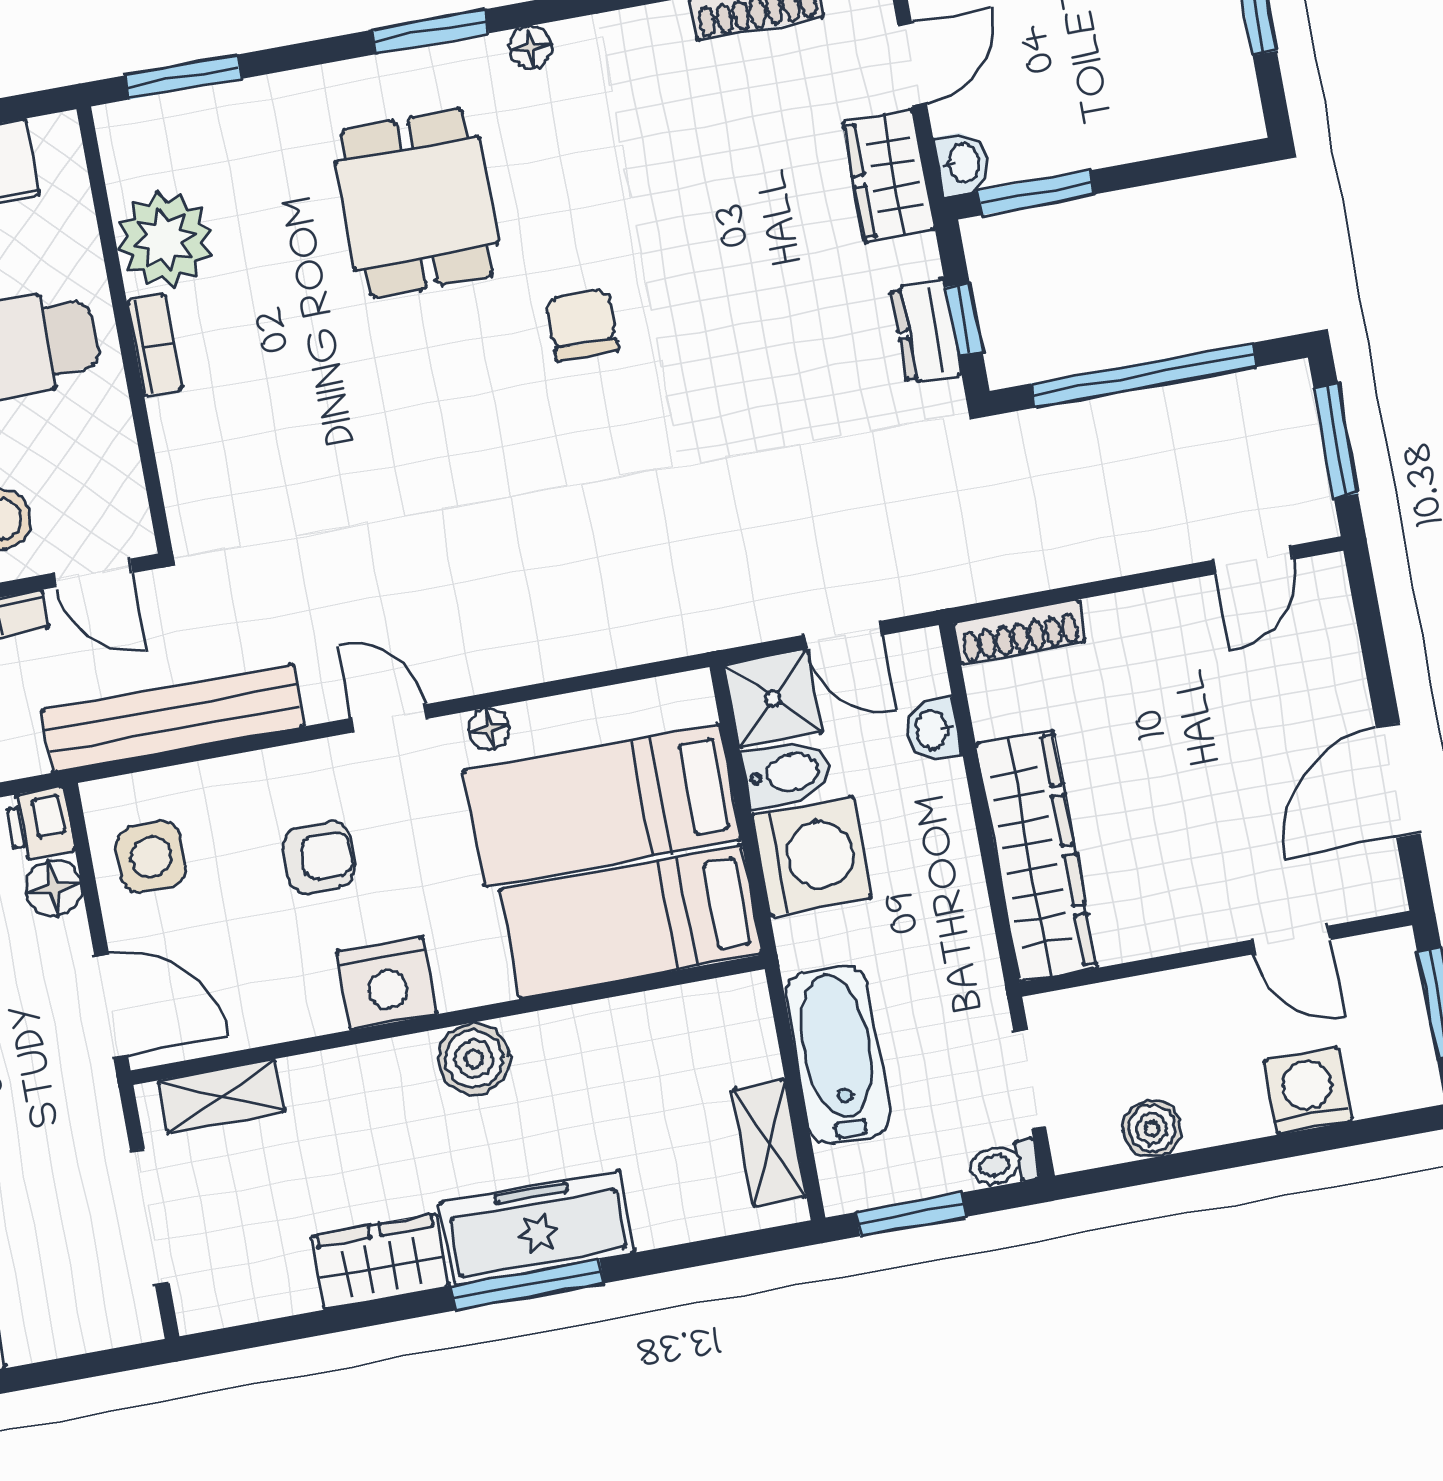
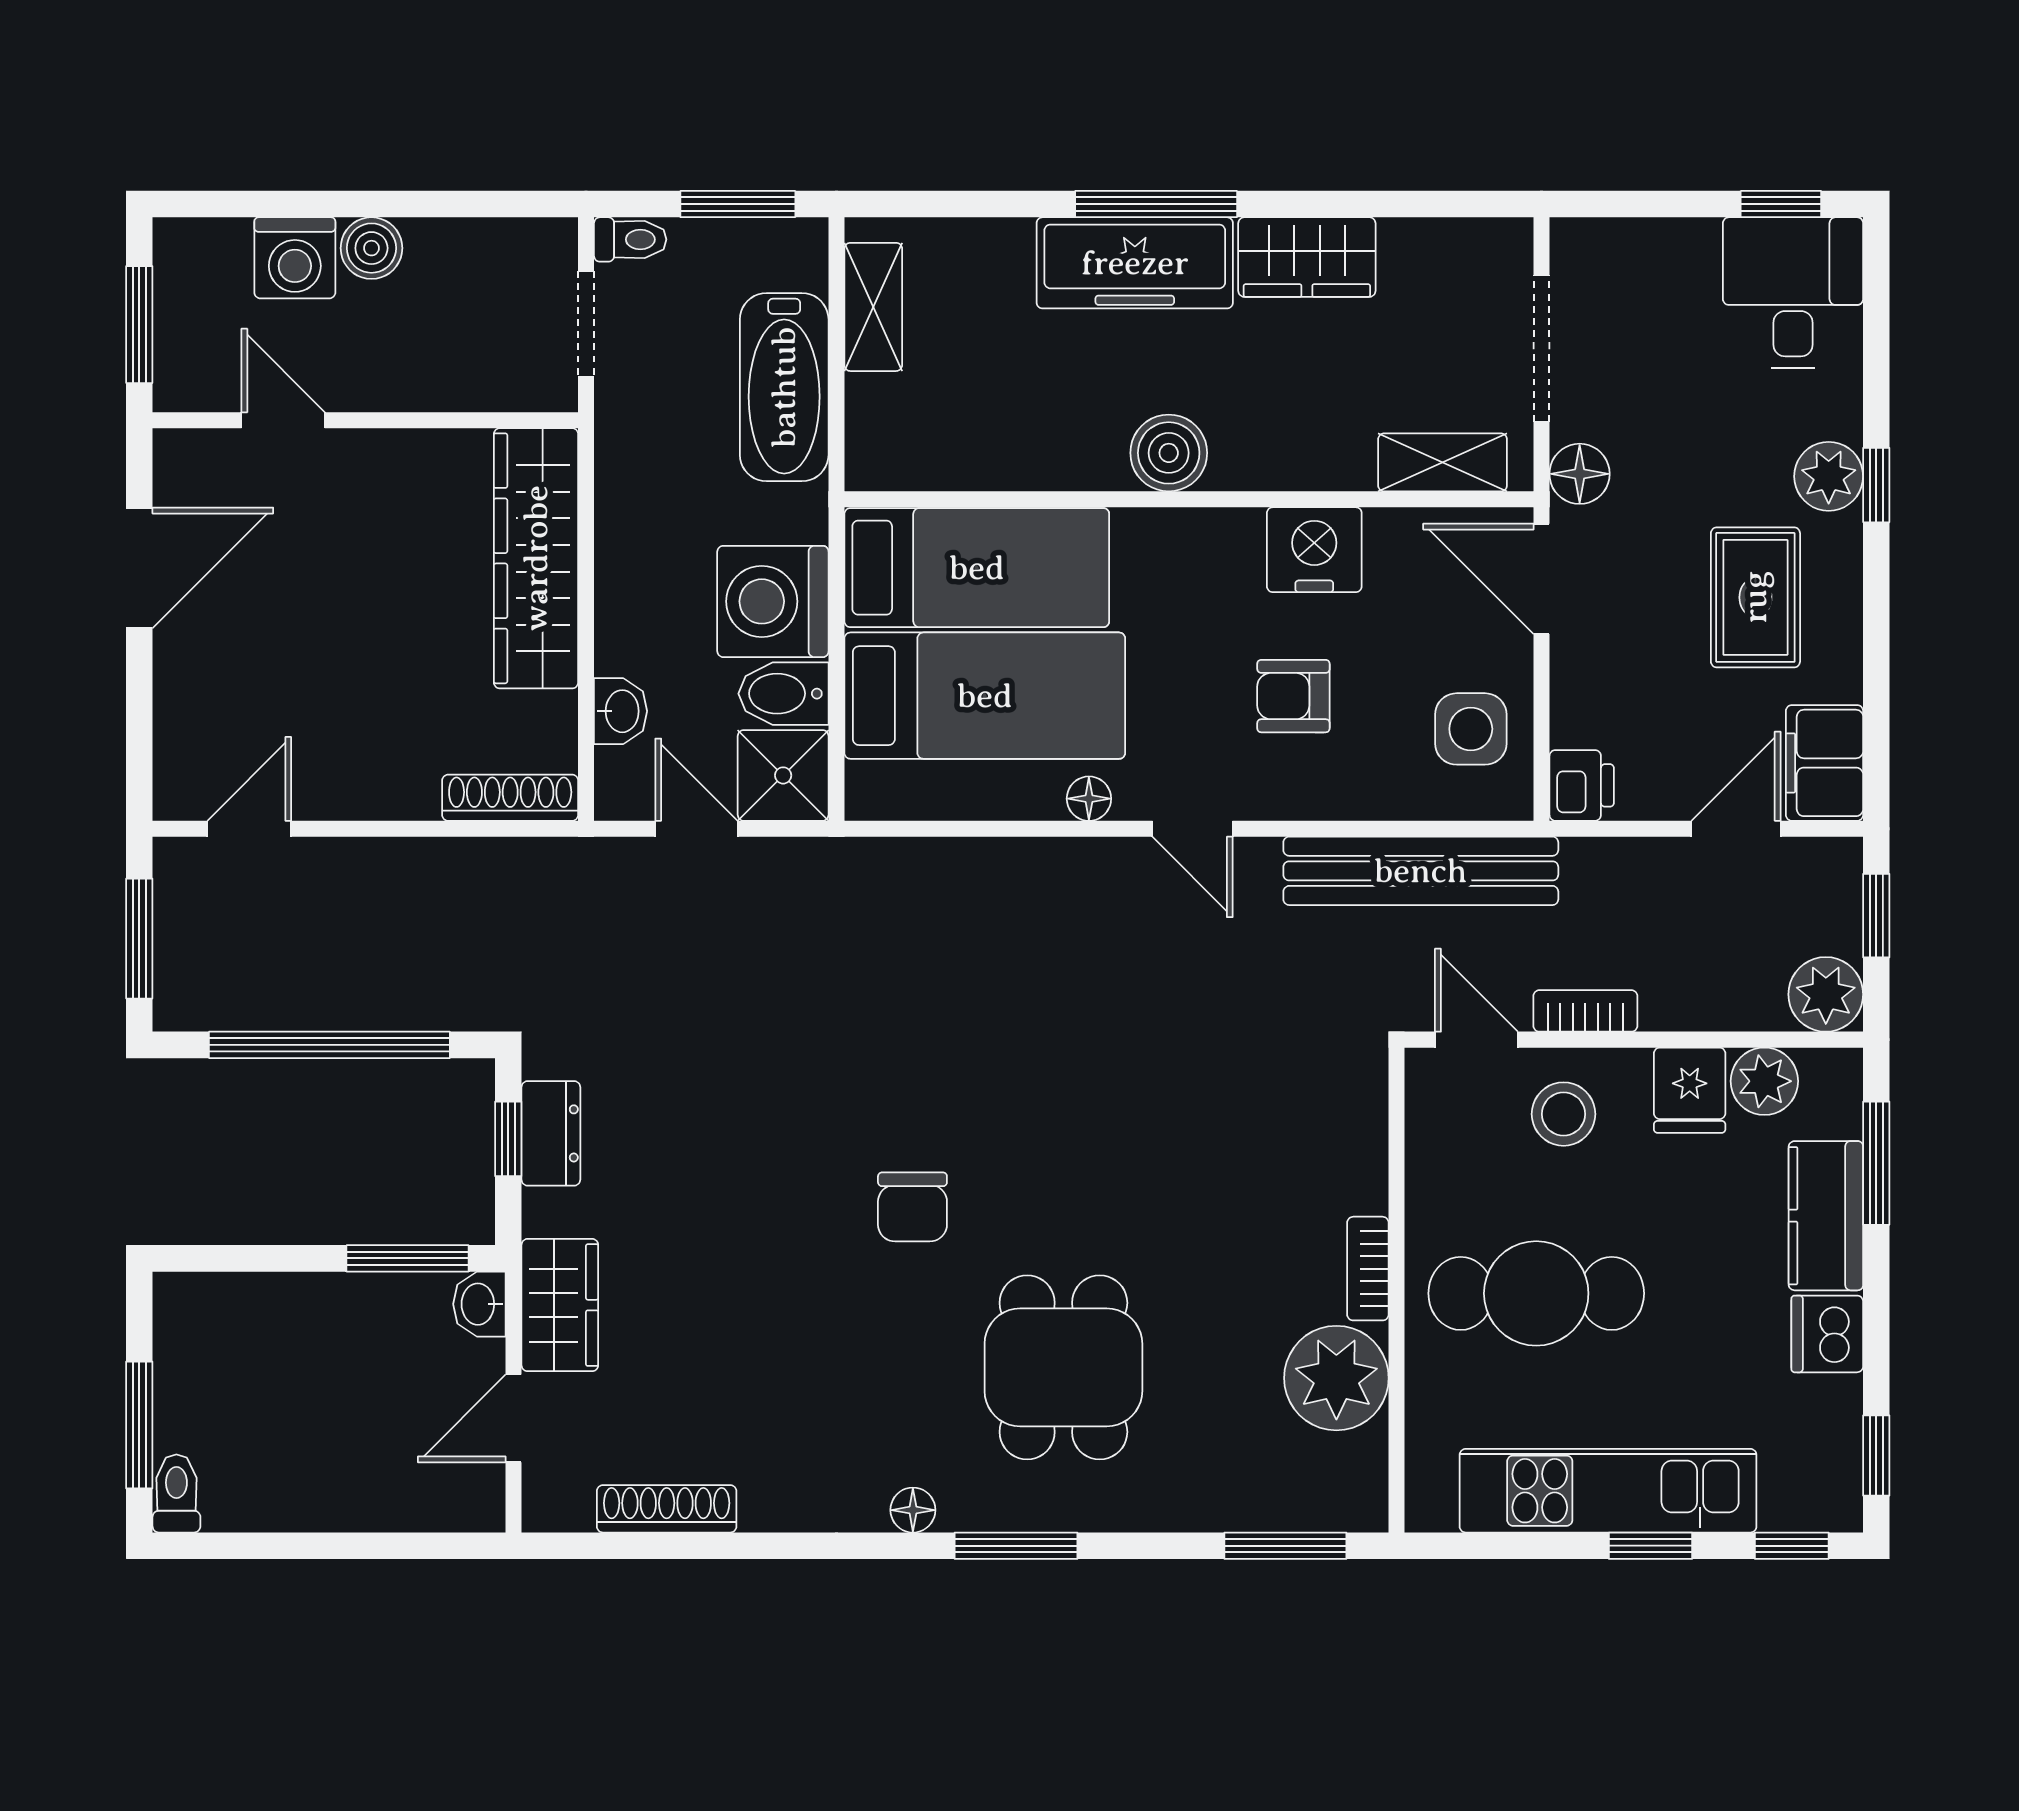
floor lamp: (54, 888) -> (1580, 474), moved
nightstand: (387, 983) -> (1314, 550), moved
boiler: (1152, 1129) -> (371, 248), moved

